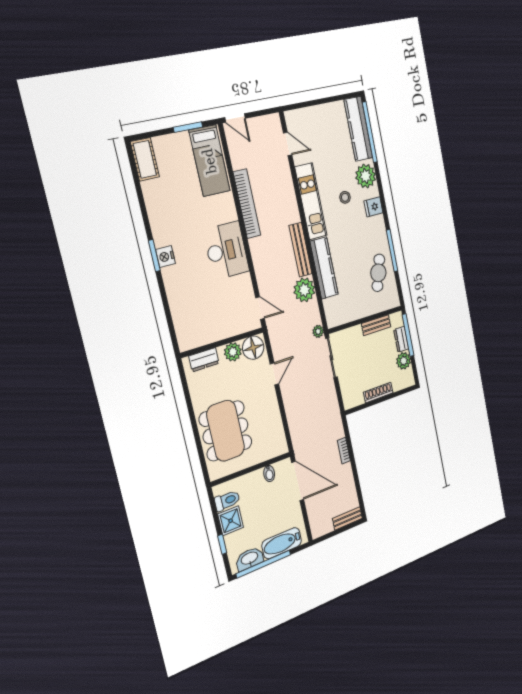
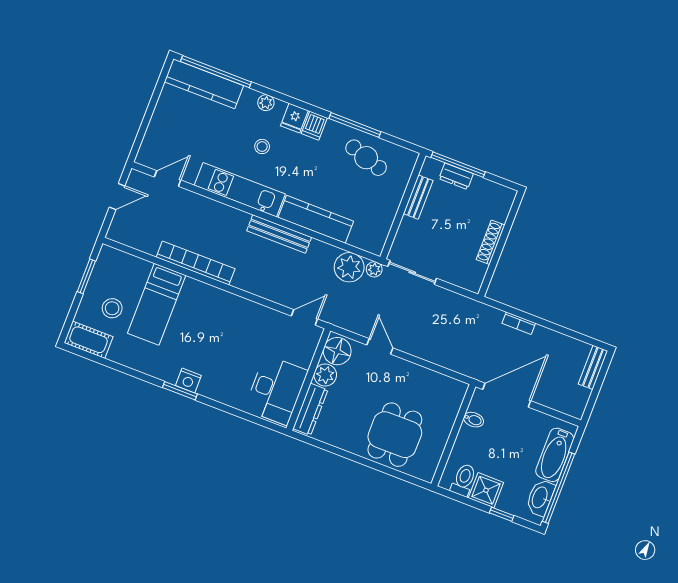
door: (235, 118) -> (117, 197), moved
bed: (210, 161) -> (157, 304), moved, turned 90
stool: (178, 162) -> (112, 308), added
plant: (366, 176) -> (266, 103), width x0.53, depth x0.53
dishwasher: (377, 224) -> (314, 126), added
desk: (226, 250) -> (276, 390), moved, turned 90
plant: (304, 290) -> (349, 267), moved
dresser: (204, 360) -> (310, 409), width x1.44
plant: (404, 361) -> (481, 189), removed
dining table: (226, 431) -> (395, 435), width x0.73

